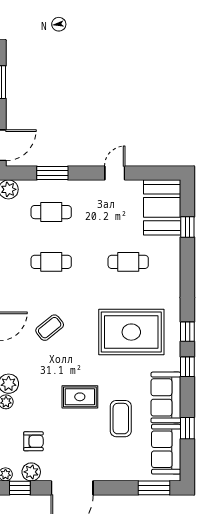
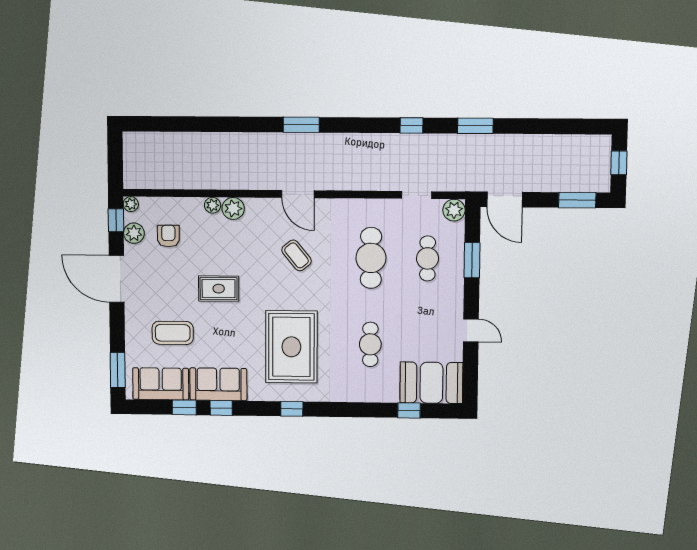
cafe table: (51, 262) -> (371, 258), width x1.37, depth x1.35
window: (187, 367) -> (221, 408), moved
rug: (80, 397) -> (219, 289), turned 90
coffee table: (121, 419) -> (173, 333), moved
armchair: (33, 441) -> (168, 236), turned 180

